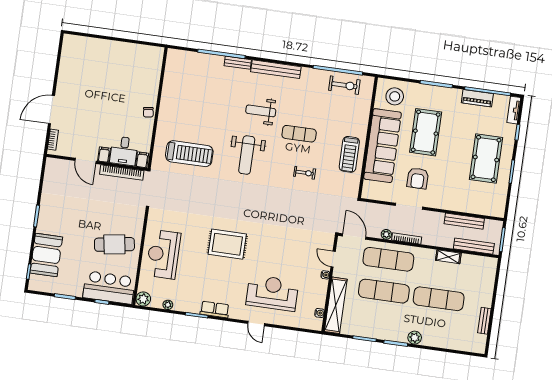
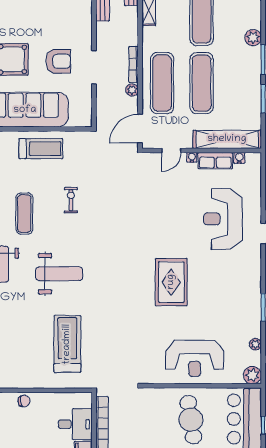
filing cabinet: (142, 160) -> (83, 400), removed
row of seats: (215, 309) -> (215, 161), moved, turned -90

